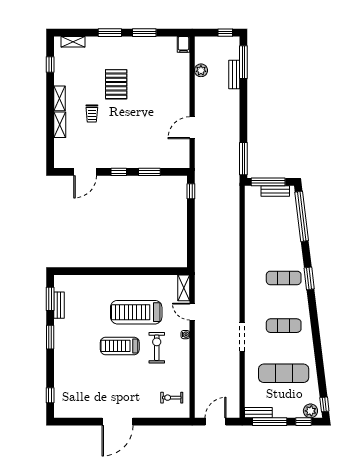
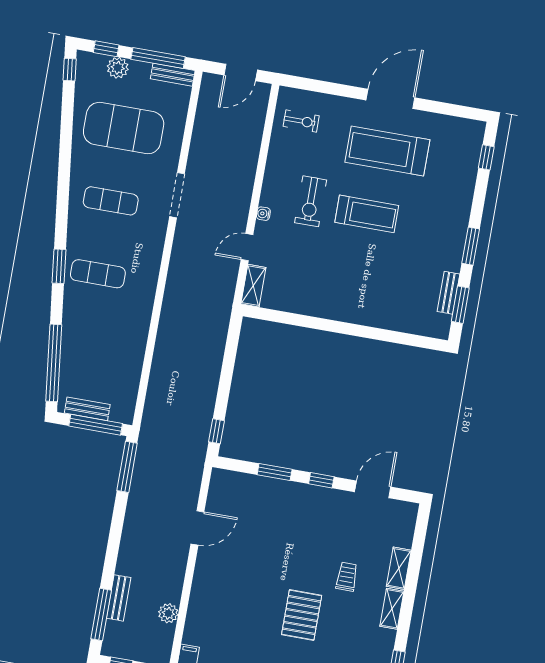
treadmill: (136, 312) -> (387, 151), moved, turned 180
door: (192, 312) -> (247, 247), swing flipped
exercise mat: (284, 373) -> (124, 128), width x1.47
plant: (310, 411) -> (118, 68), moved

